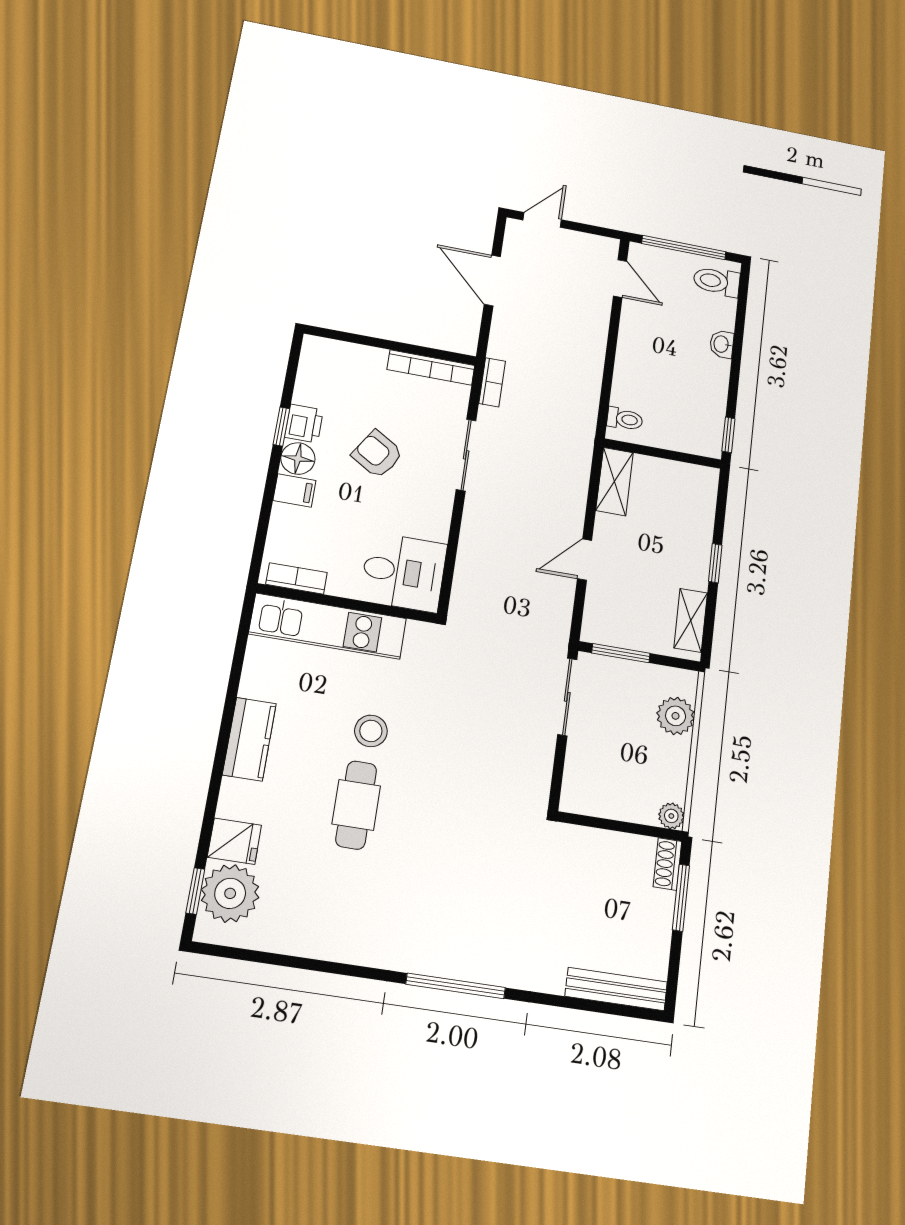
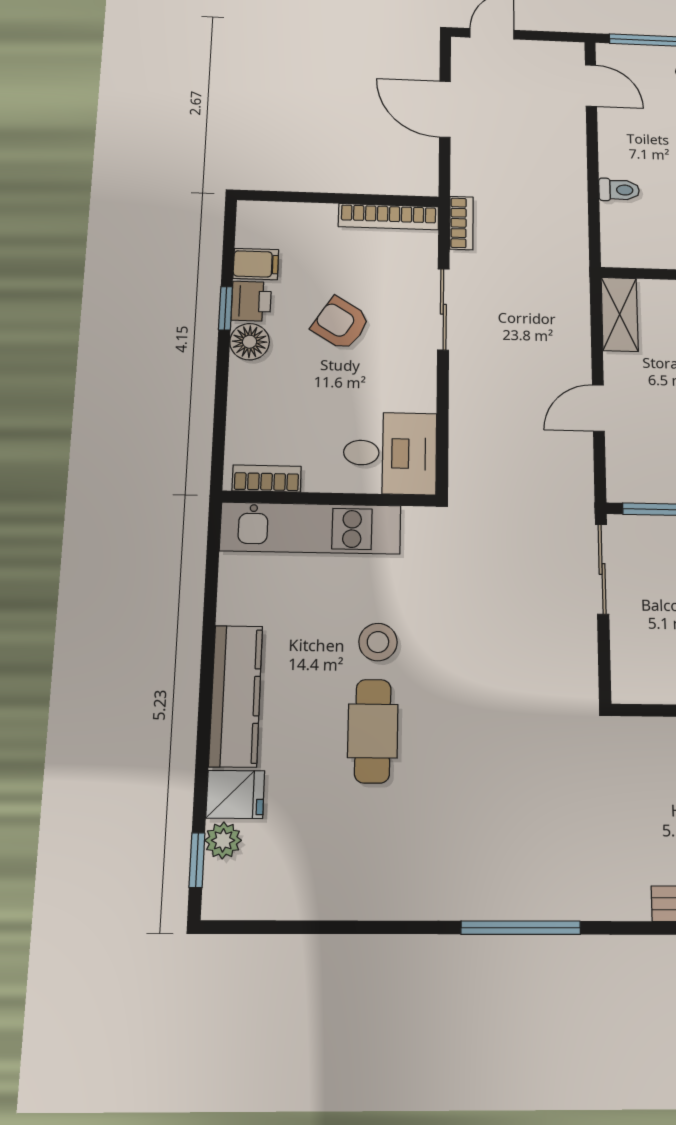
toilet: (625, 419) -> (619, 190), moved
filing cabinet: (294, 491) -> (256, 264), moved
kitchen counter: (249, 739) -> (236, 696), width x1.50
plant: (230, 893) -> (223, 840), width x0.53, depth x0.53

